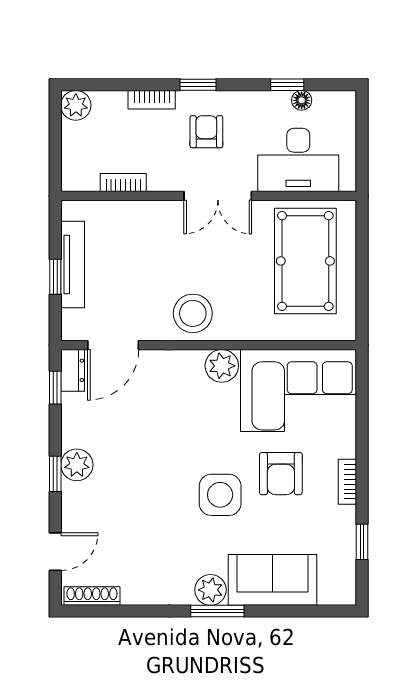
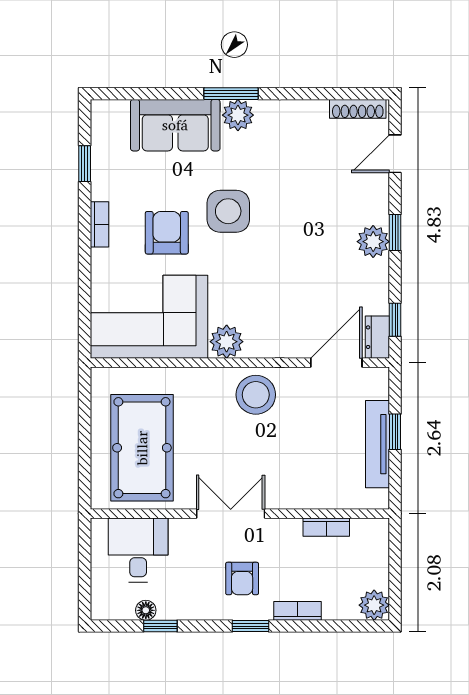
desk: (298, 160) -> (138, 550), width x0.73

